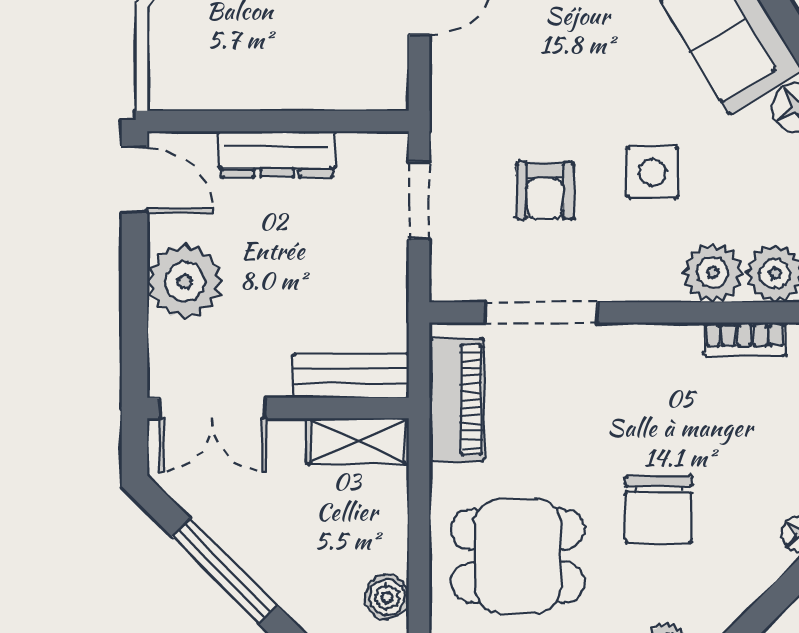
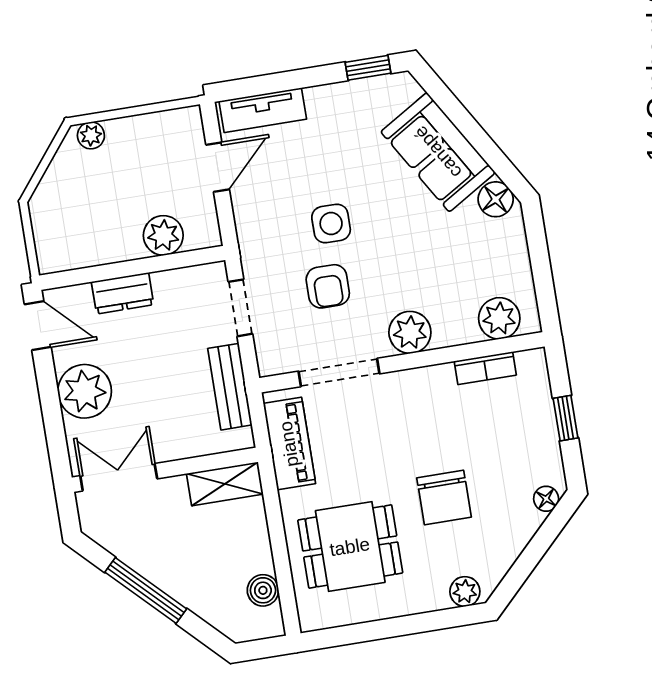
plant: (329, 83) -> (163, 235), added
dresser: (277, 154) -> (123, 293), width x0.70
side table: (652, 172) -> (331, 224), moved
plant: (713, 273) -> (410, 332), moved
bench: (351, 376) -> (230, 387), moved, turned 90
double door: (212, 408) -> (119, 477), swing flipped

